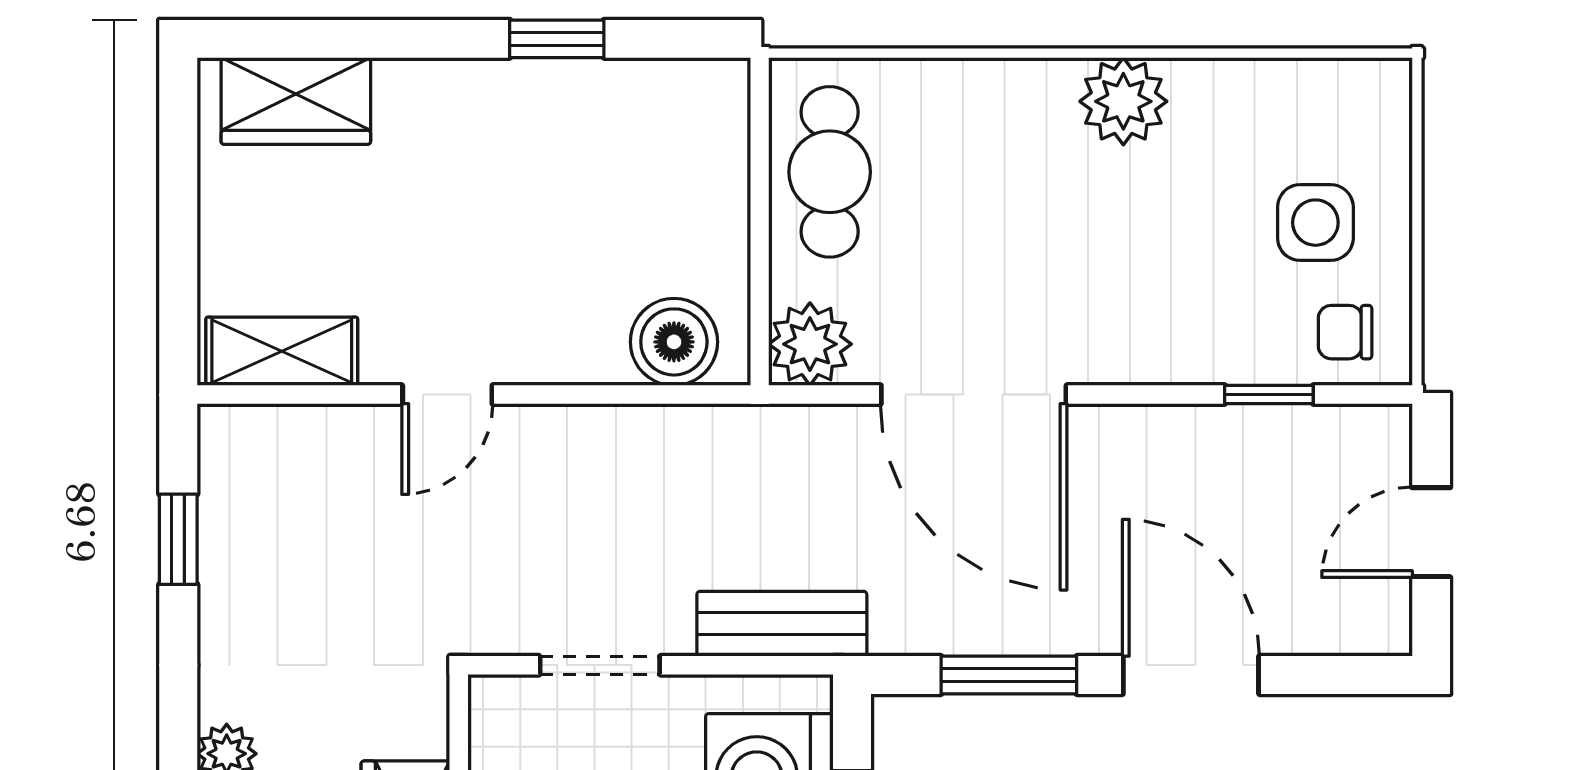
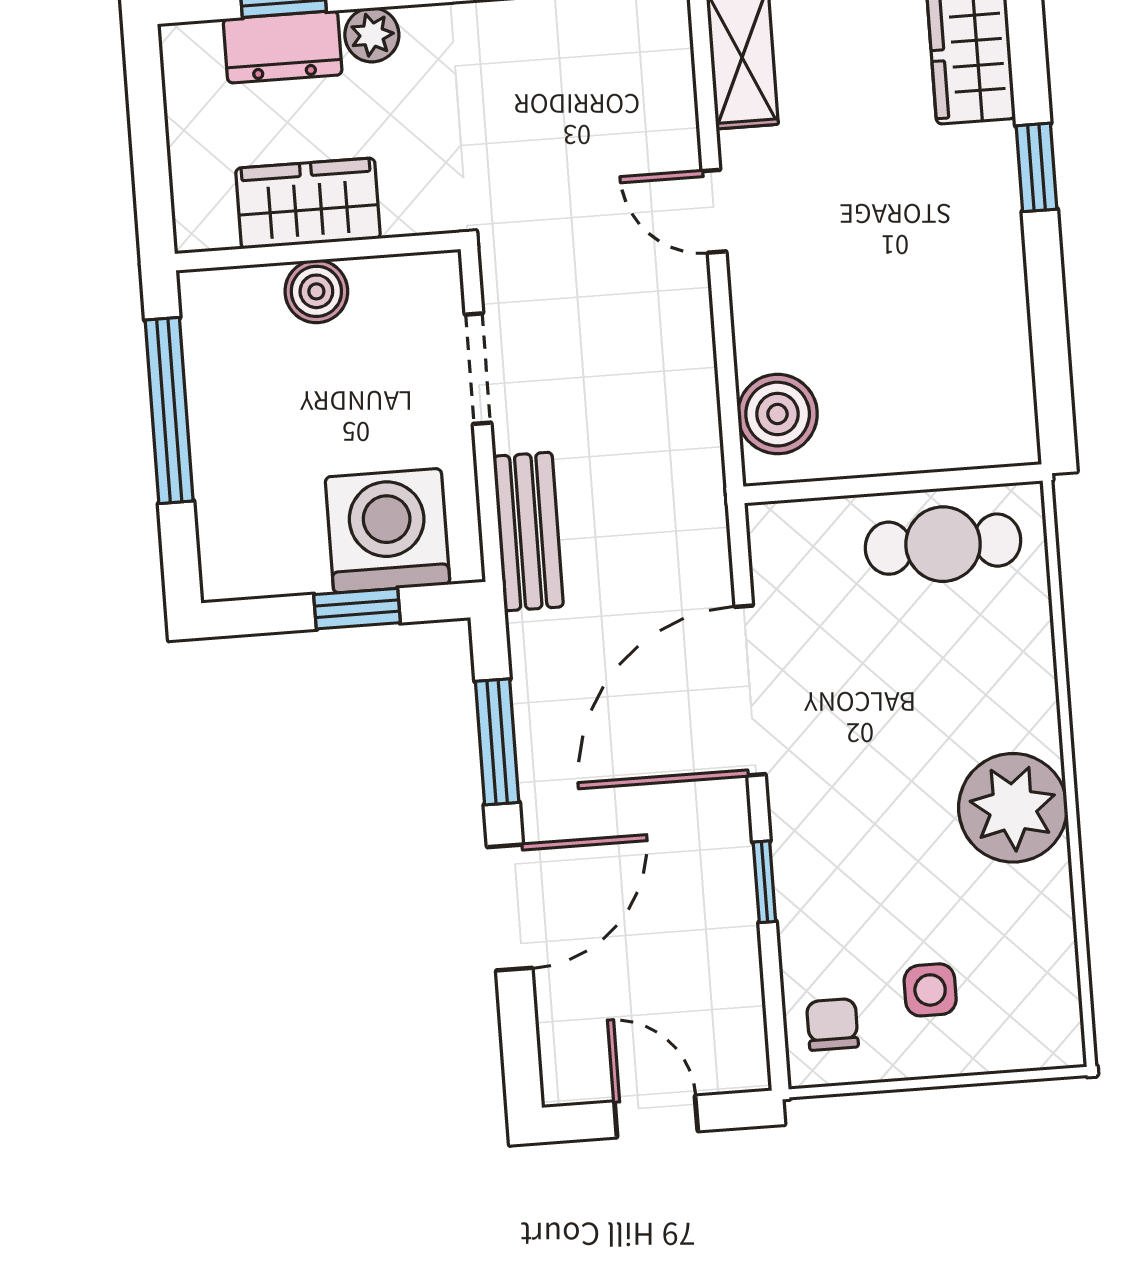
window: (557, 39) -> (1037, 167), moved
plant: (1123, 101) -> (1013, 808), width x1.36, depth x1.36
side table: (1315, 223) -> (930, 990), width x0.73, depth x0.73
plant: (810, 344) -> (785, 538), removed
window: (1269, 395) -> (764, 882), moved

